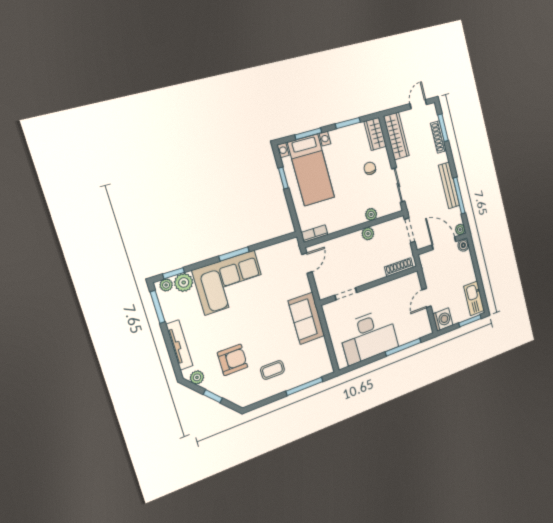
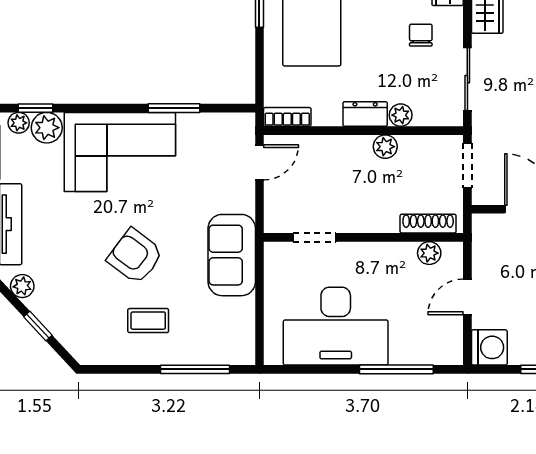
dresser: (353, 219) -> (365, 114), added
window: (234, 254) -> (174, 108), moved
plant: (403, 282) -> (429, 253), added
armchair: (233, 360) -> (135, 256), moved, turned -143

